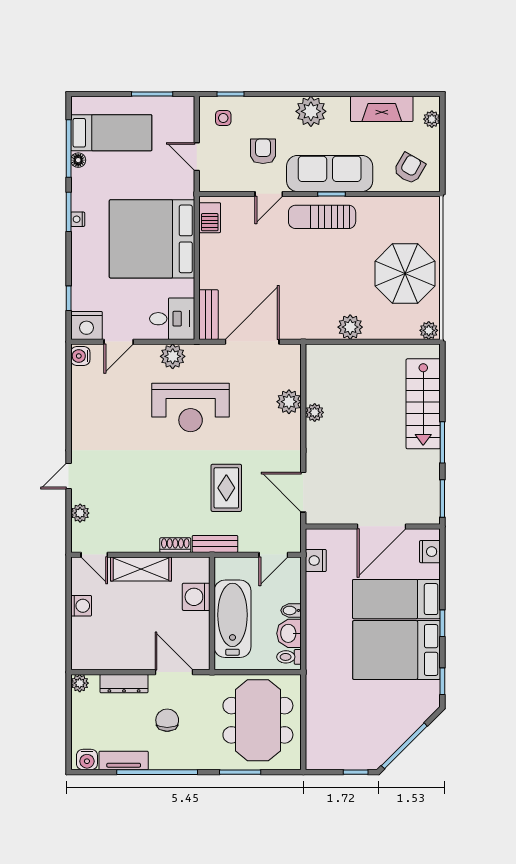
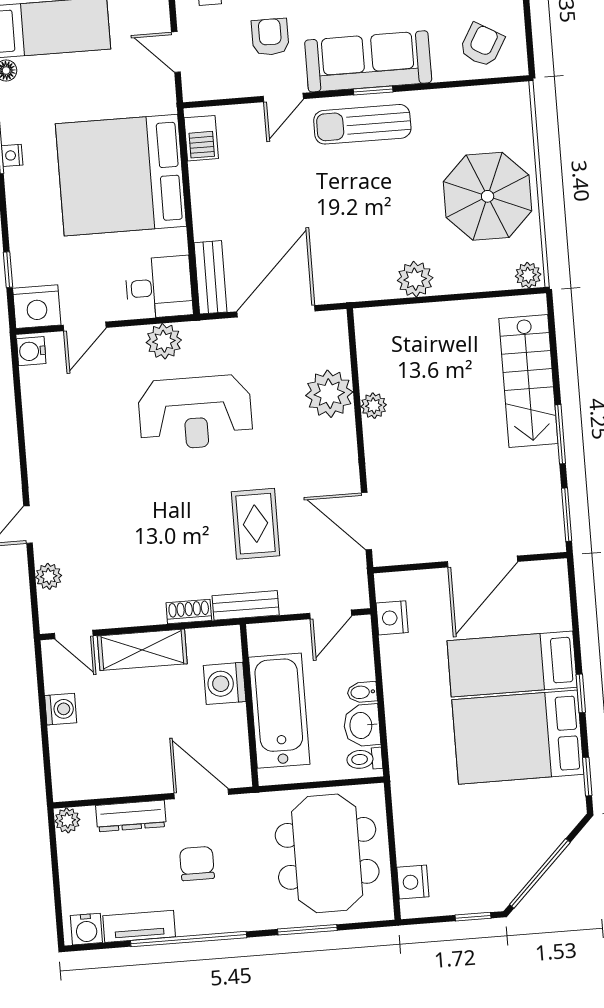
plant: (289, 402) -> (329, 394), width x1.36, depth x1.36
nightstand: (430, 552) -> (413, 882), moved, turned 180

